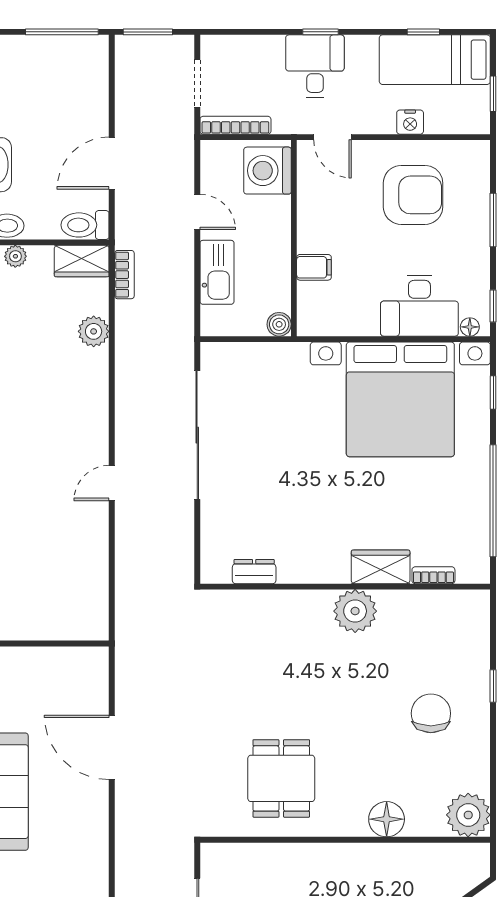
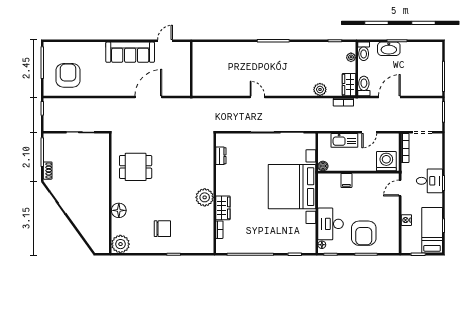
door: (112, 163) -> (389, 97), hinge flipped
armchair: (413, 195) -> (364, 233), moved
bed with nightstands: (400, 399) -> (292, 187), moved

